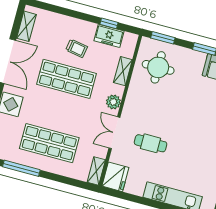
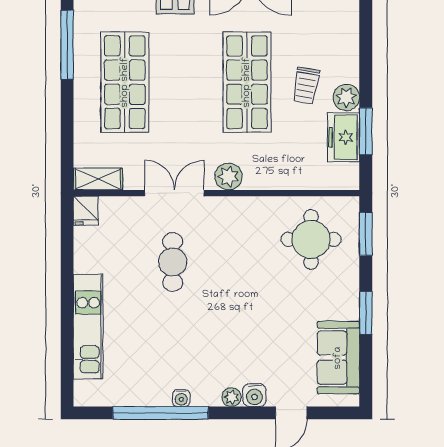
window: (109, 23) -> (366, 131), width x1.50
plant: (88, 29) -> (346, 97), added
shelving: (123, 71) -> (288, 179), removed
fridge: (115, 177) -> (86, 211), width x0.53, depth x0.75

